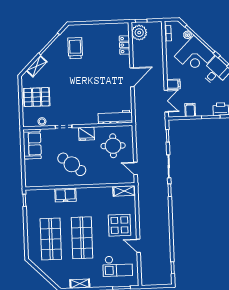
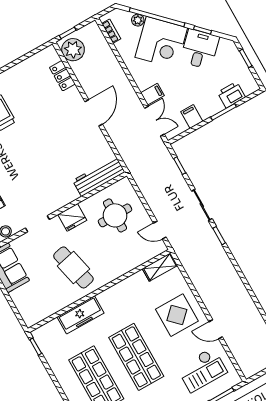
cafe table: (72, 164) -> (73, 267), turned 40
freezer: (65, 195) -> (80, 315), width x1.40

